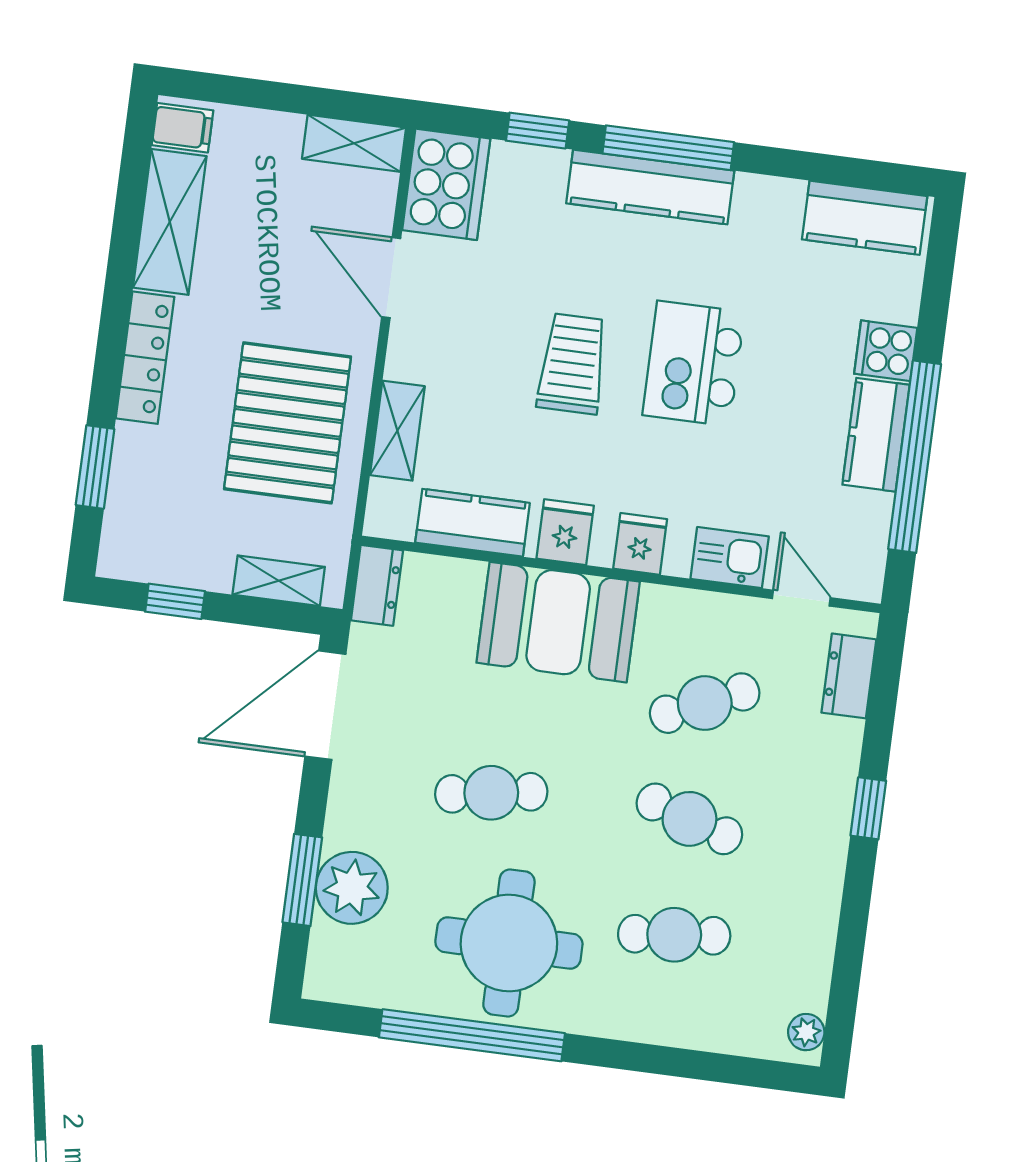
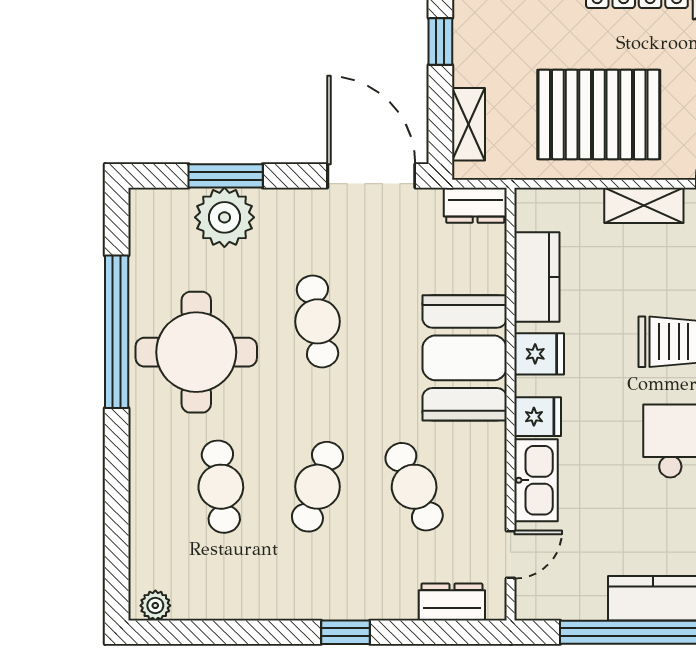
shelving: (397, 431) -> (644, 205), moved
kitchen sink: (730, 558) -> (536, 480), width x1.38

